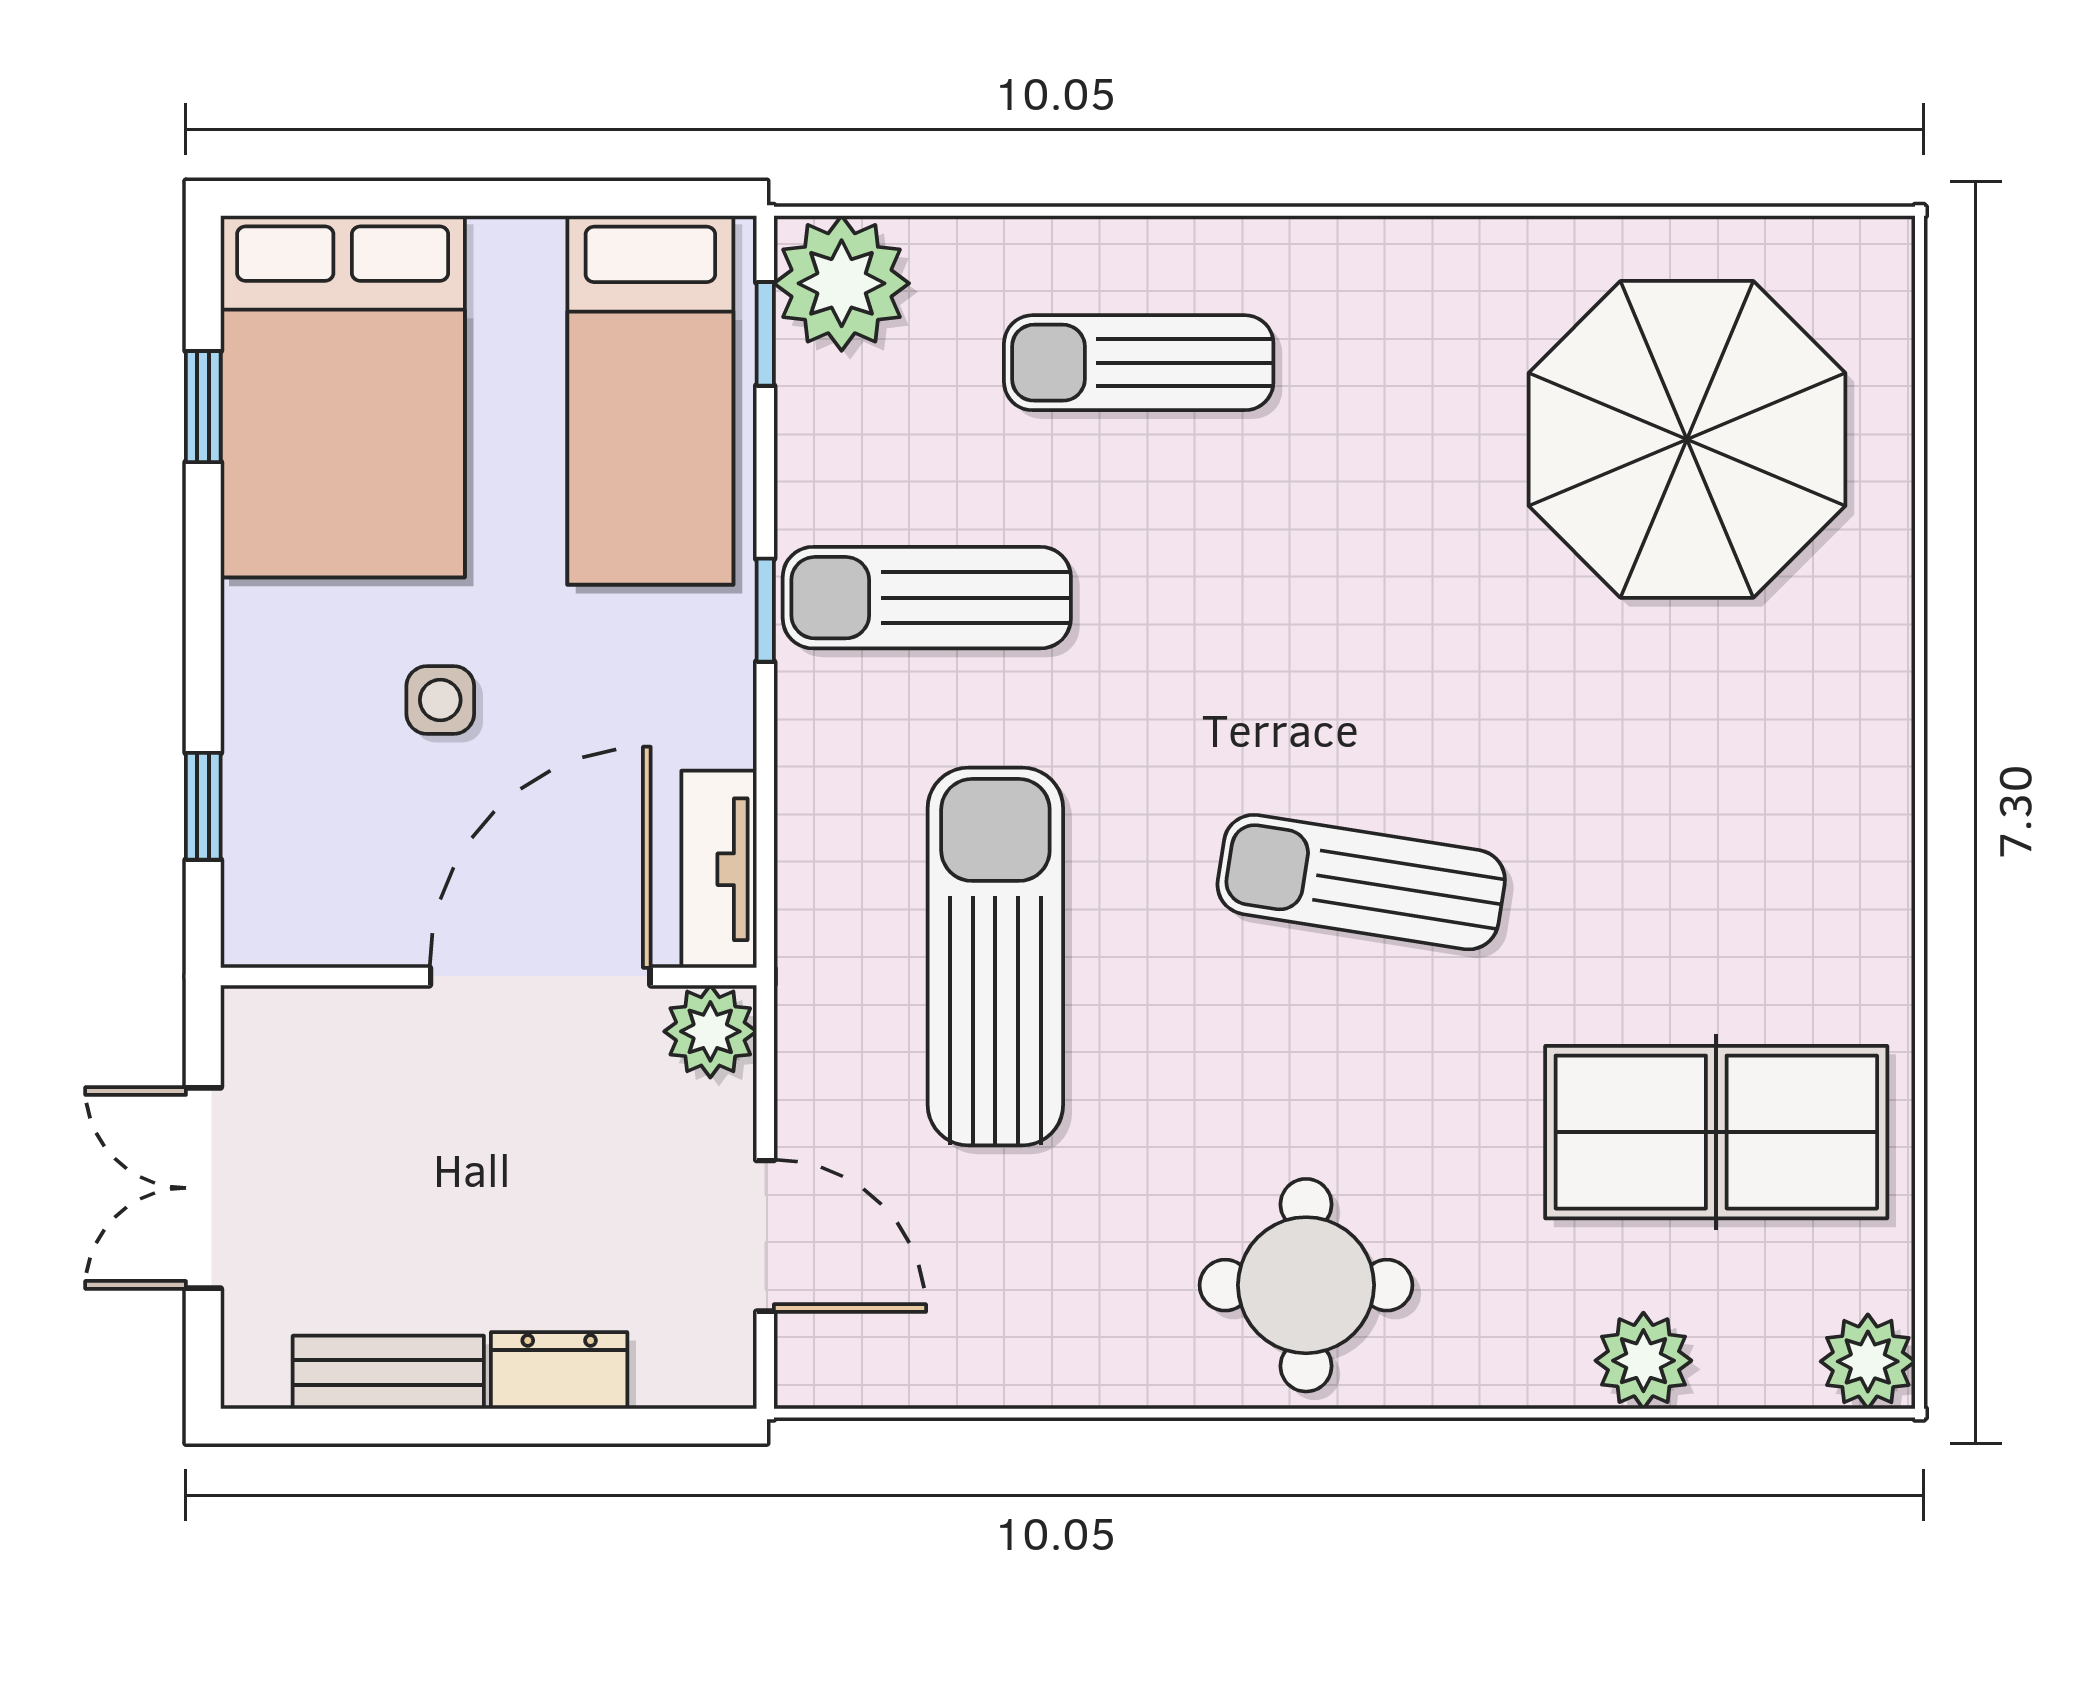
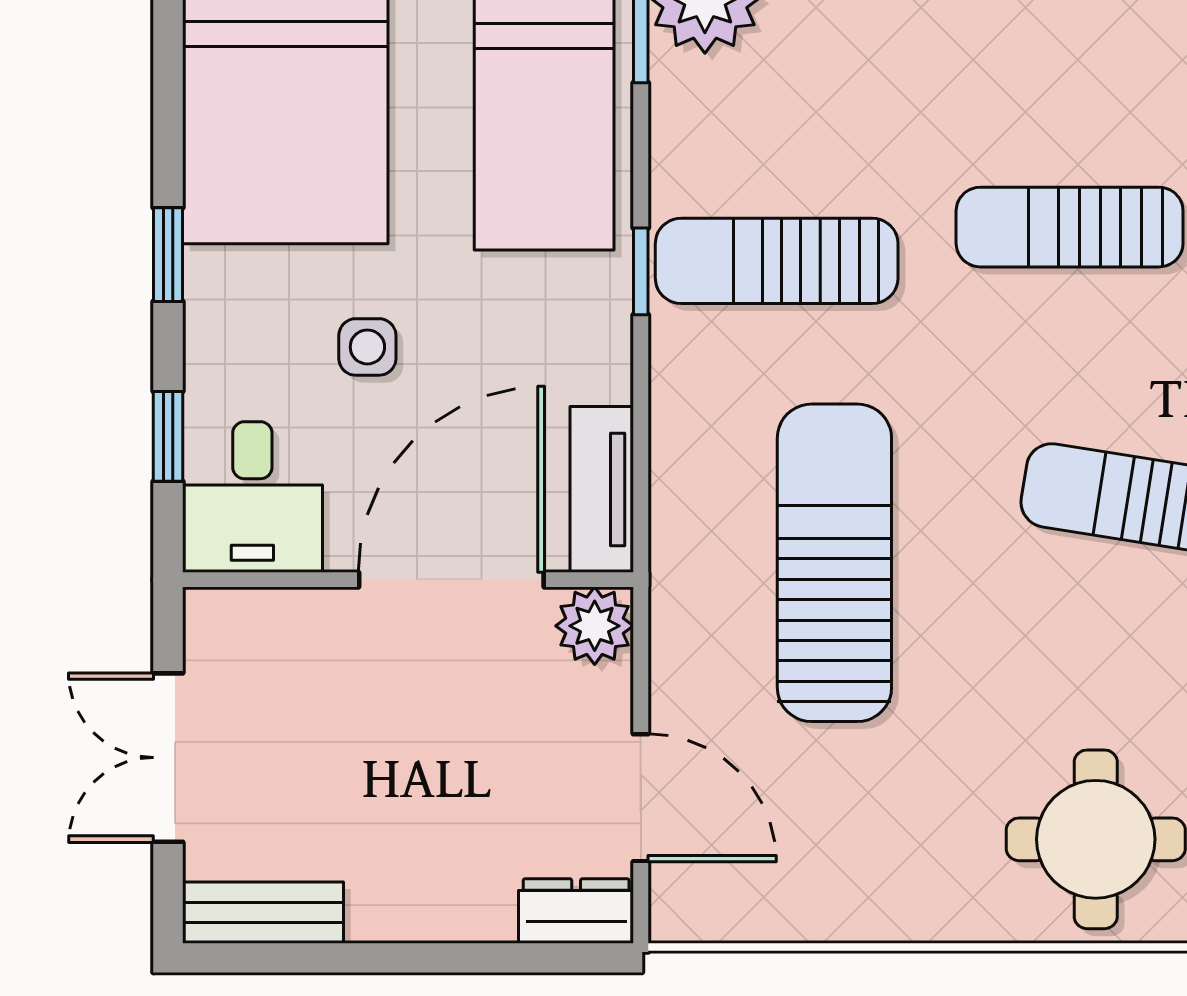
sun lounger: (1139, 363) -> (1070, 227), moved
window: (203, 407) -> (168, 255), moved
desk: (304, 878) -> (252, 497), added
dresser: (559, 1370) -> (576, 911), moved
bench: (388, 1372) -> (263, 913), moved

